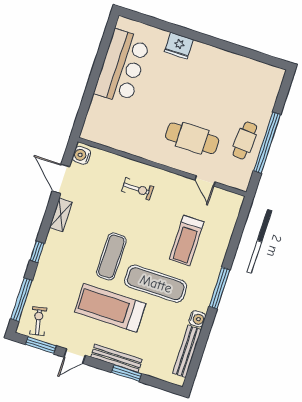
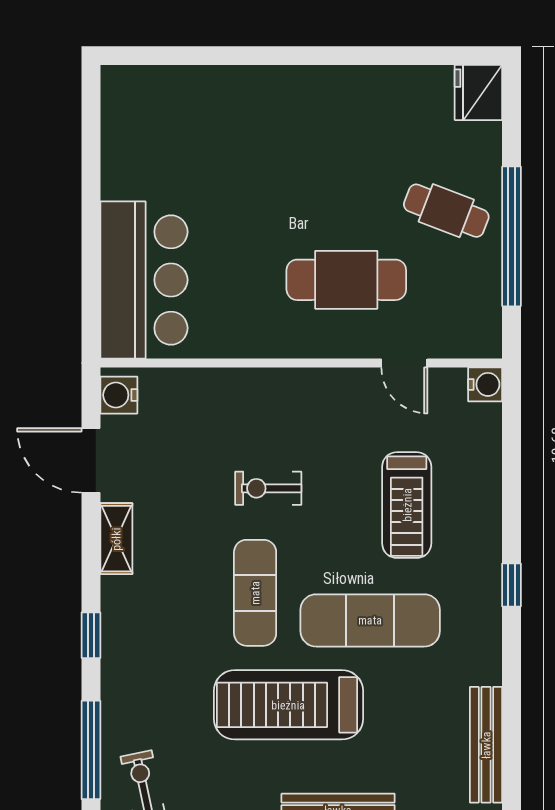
fridge: (179, 46) -> (478, 92), moved, turned 90
bar counter: (122, 67) -> (144, 280), moved
cafe table: (245, 140) -> (446, 211), moved, turned -73
exercise bike: (138, 189) -> (268, 488), moved, turned 180
window: (219, 288) -> (512, 585), width x0.46
water cooler: (197, 319) -> (485, 384), moved

